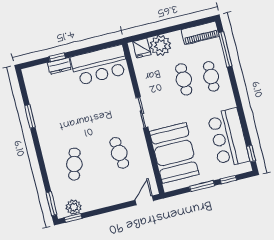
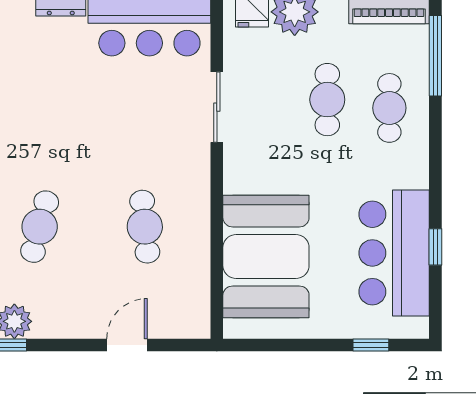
sliding door: (142, 112) -> (217, 107), moved
window: (251, 154) -> (435, 247), moved
window: (202, 186) -> (309, 345), removed
door: (144, 200) -> (127, 345), moved

